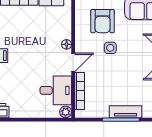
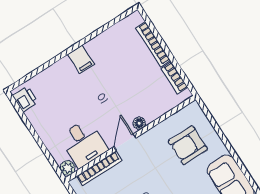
side table: (110, 48) -> (165, 171), removed
door: (73, 62) -> (125, 142), swing flipped

